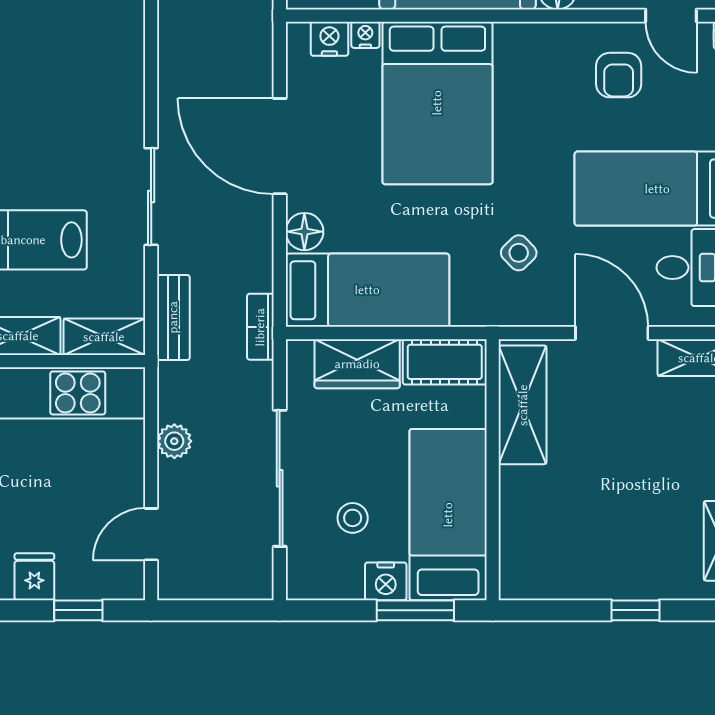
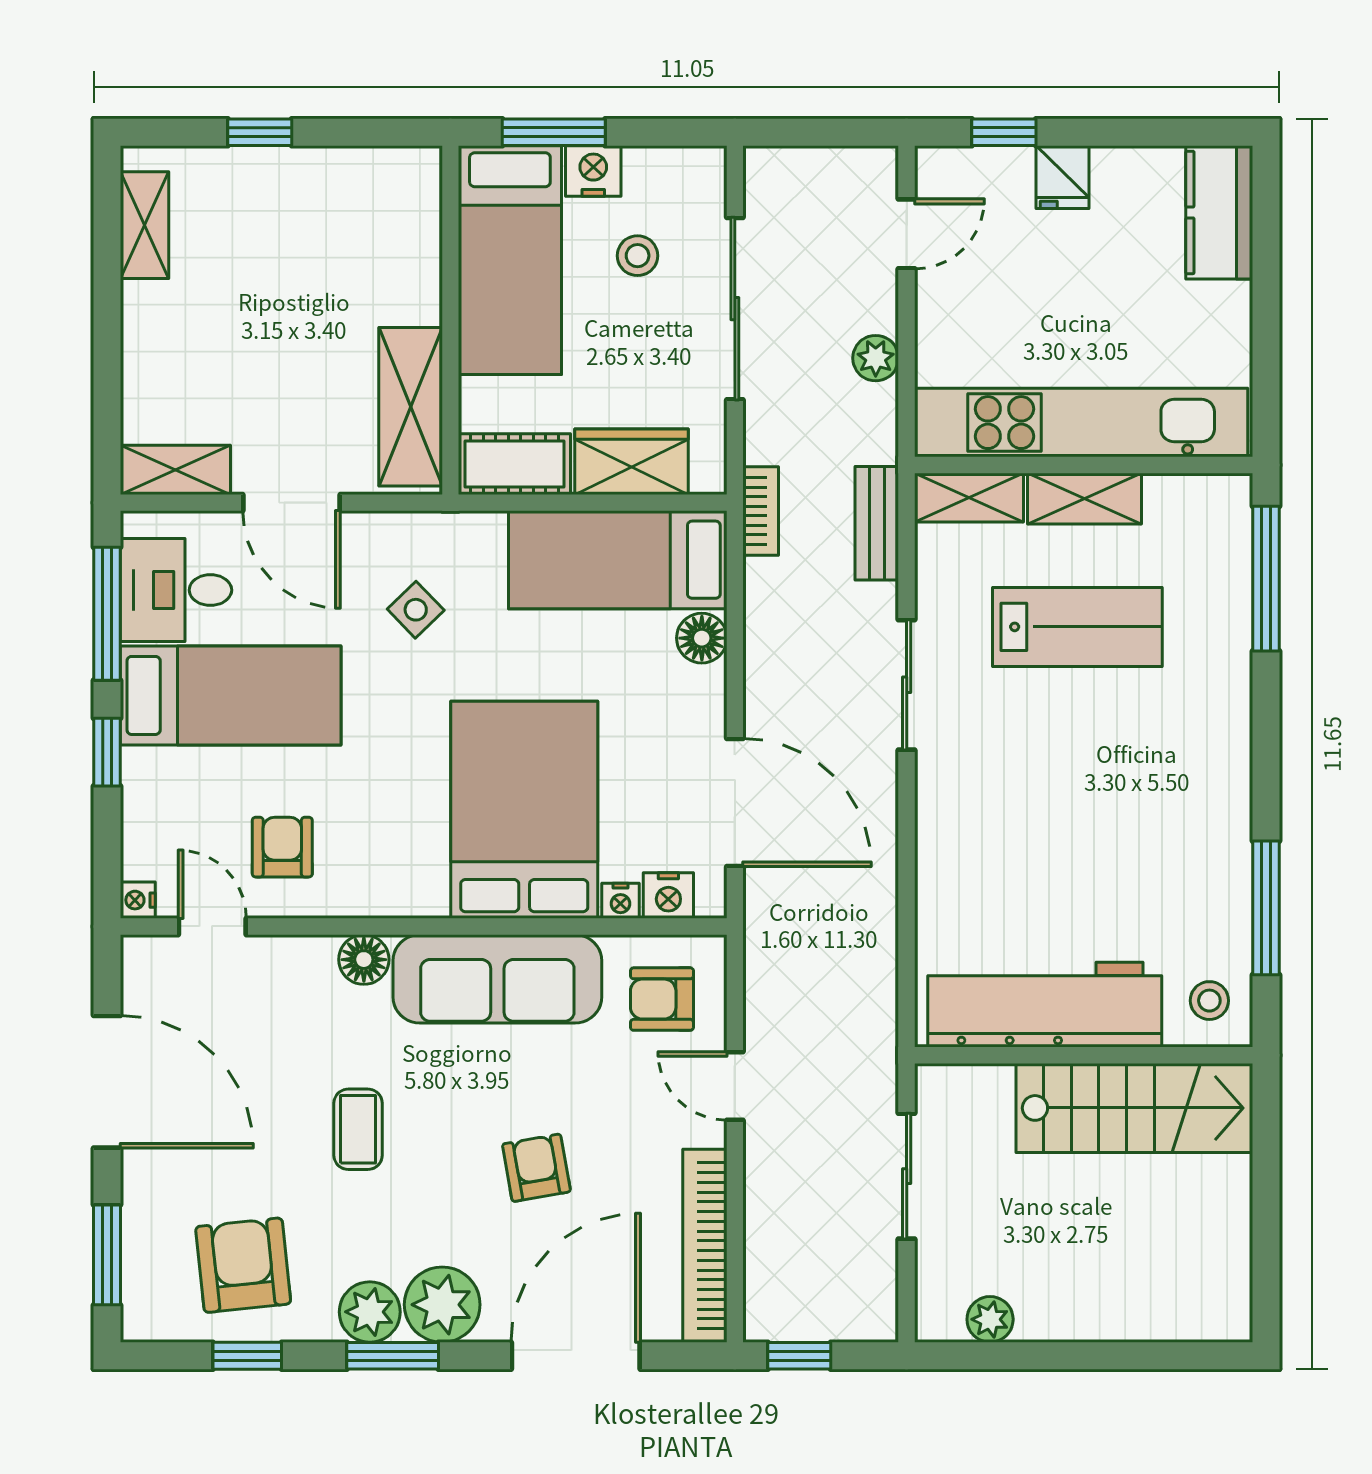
door: (280, 146) -> (735, 802), moved

